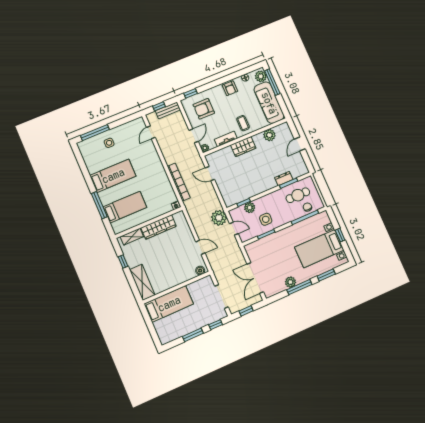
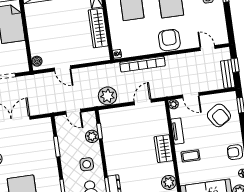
armchair: (204, 109) -> (219, 115), turned 147
armchair: (153, 165) -> (169, 40), added
plant: (219, 218) -> (108, 96), moved
side table: (266, 219) -> (87, 164), moved
door: (234, 229) -> (73, 112), hinge flipped
door: (200, 247) -> (63, 68), hinge flipped

